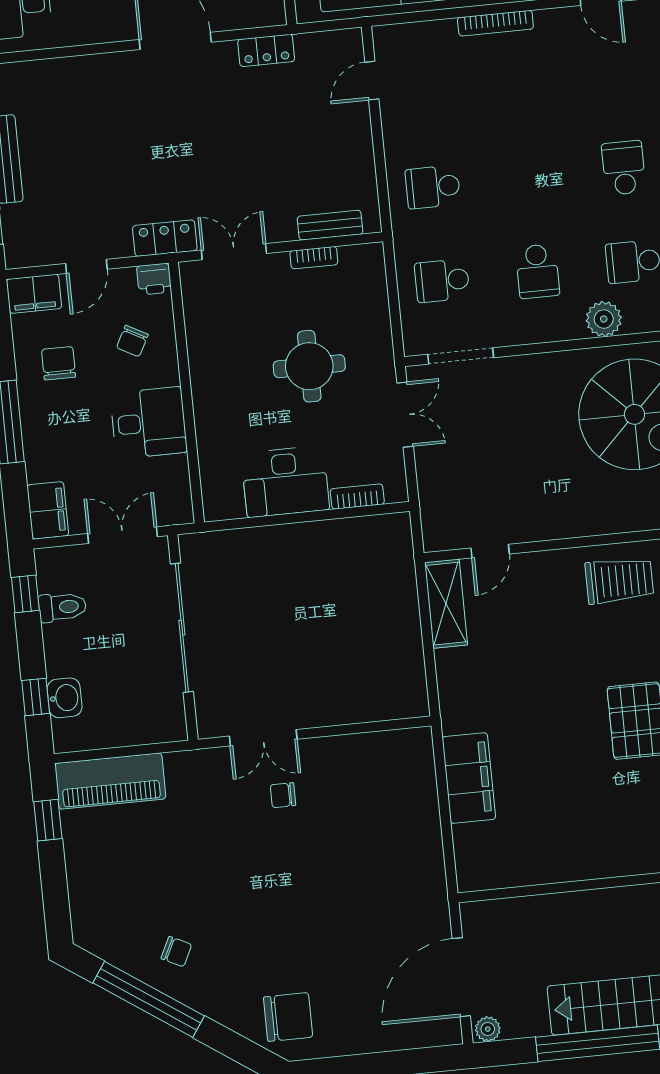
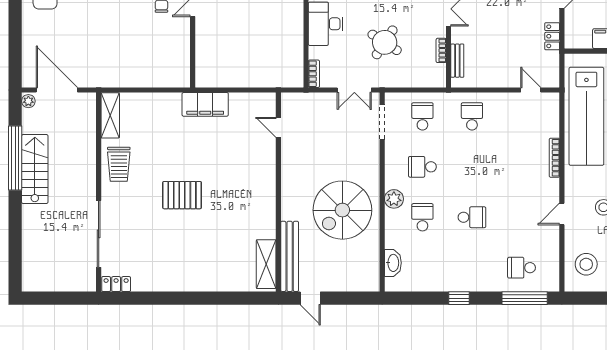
round table: (309, 366) -> (385, 42), turned 33
bookcase: (357, 497) -> (314, 74), moved
trolley: (619, 581) -> (119, 164), moved
shelving: (446, 604) -> (110, 115), moved, turned 90
filing cabinet: (469, 778) -> (205, 104), moved

